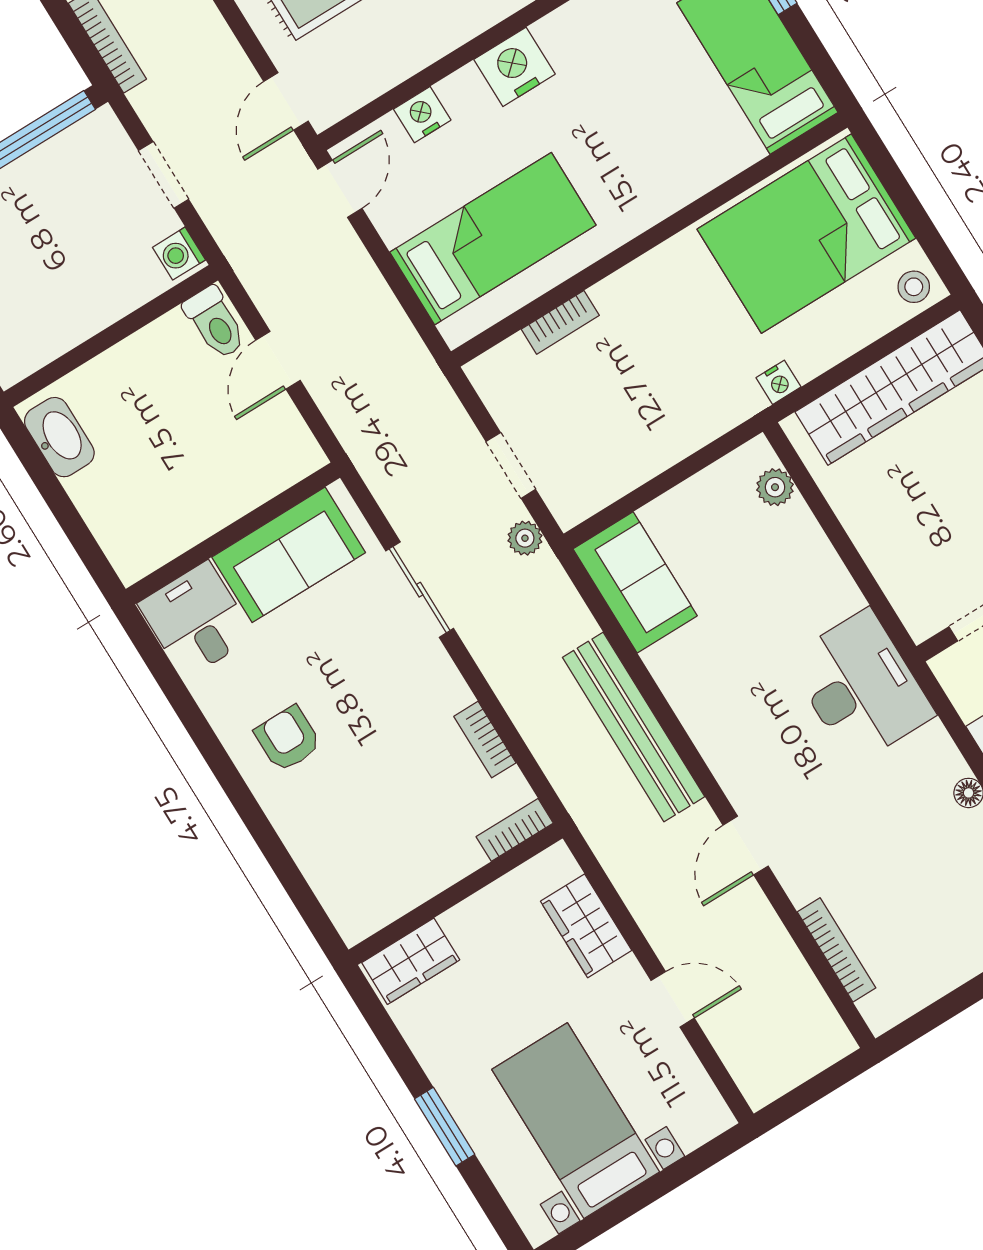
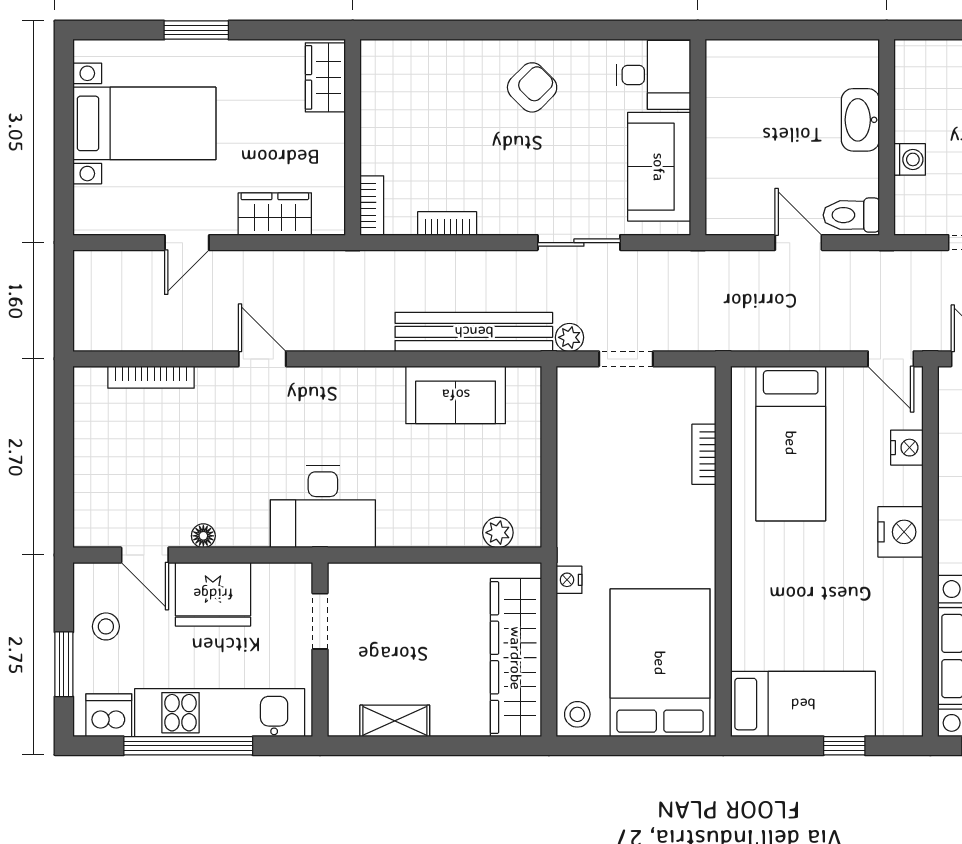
washing machine: (179, 254) -> (910, 159), moved, turned 90
washbasin: (59, 437) -> (860, 120), moved, turned 90
sofa: (635, 582) -> (456, 395), moved
bench: (634, 727) -> (474, 332), moved
armchair: (288, 739) -> (532, 87), turned -45

